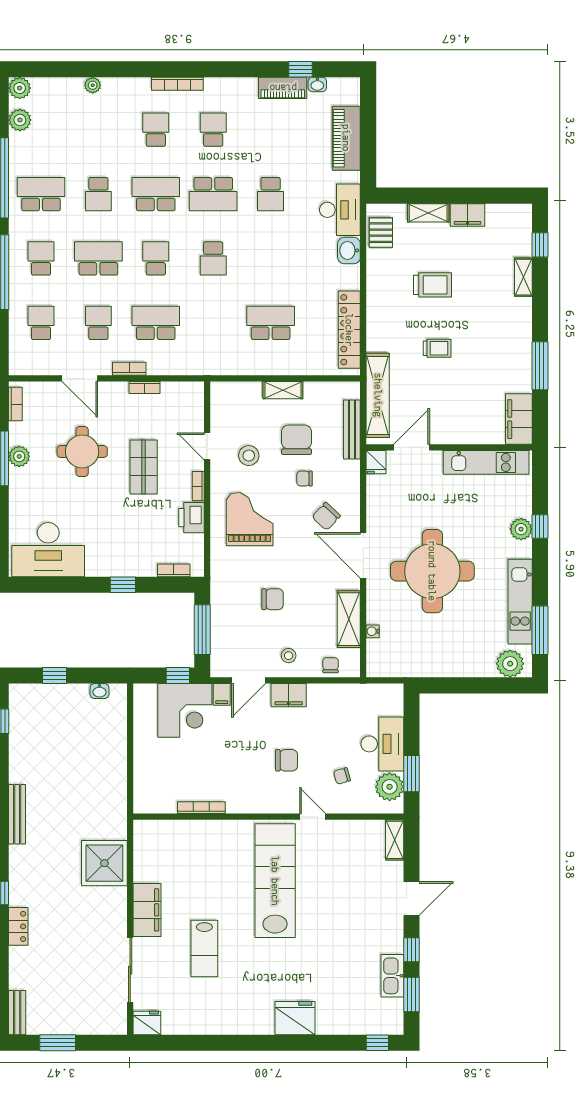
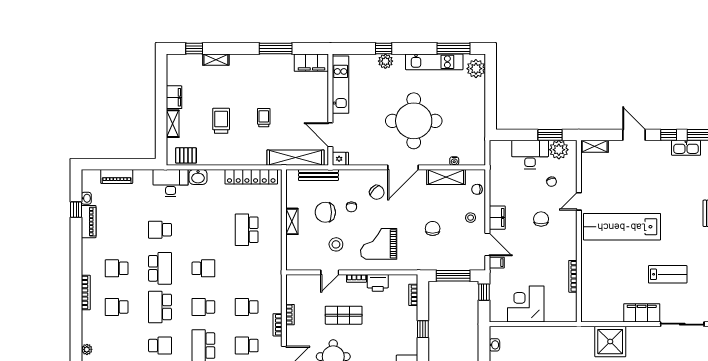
piano: (346, 138) -> (117, 176), width x0.73, depth x0.75
school desk: (271, 194) -> (160, 230), turned 180
school desk: (156, 323) -> (247, 307), width x0.54
corner desk: (185, 710) -> (526, 304), moved, turned -90

